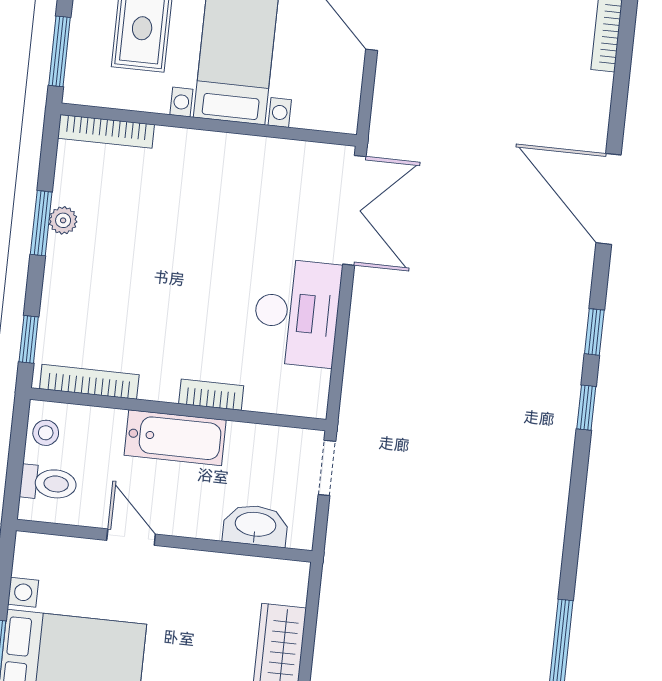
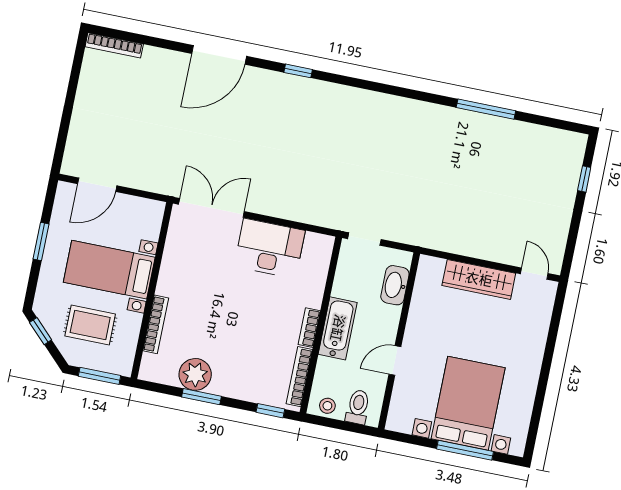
bookcase: (106, 131) -> (156, 324), moved
plant: (63, 220) -> (195, 374), width x1.87, depth x1.87
bookcase: (211, 395) -> (309, 328), moved
window: (586, 408) -> (343, 80), removed

